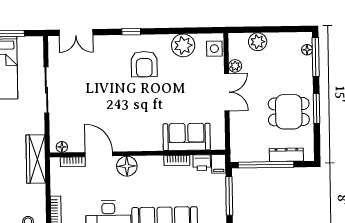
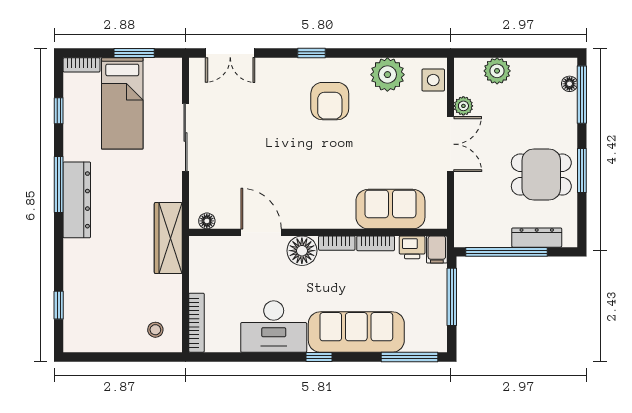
bookcase: (73, 162) -> (337, 243), moved

